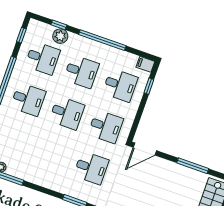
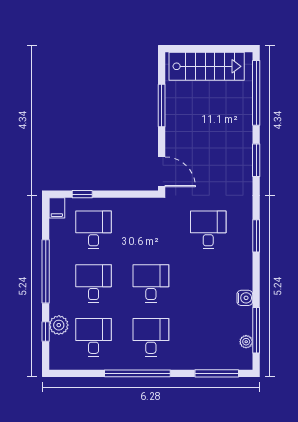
window: (21, 35) -> (75, 373), removed
desk: (106, 127) -> (151, 230), removed
water cooler: (33, 177) -> (245, 298), added

